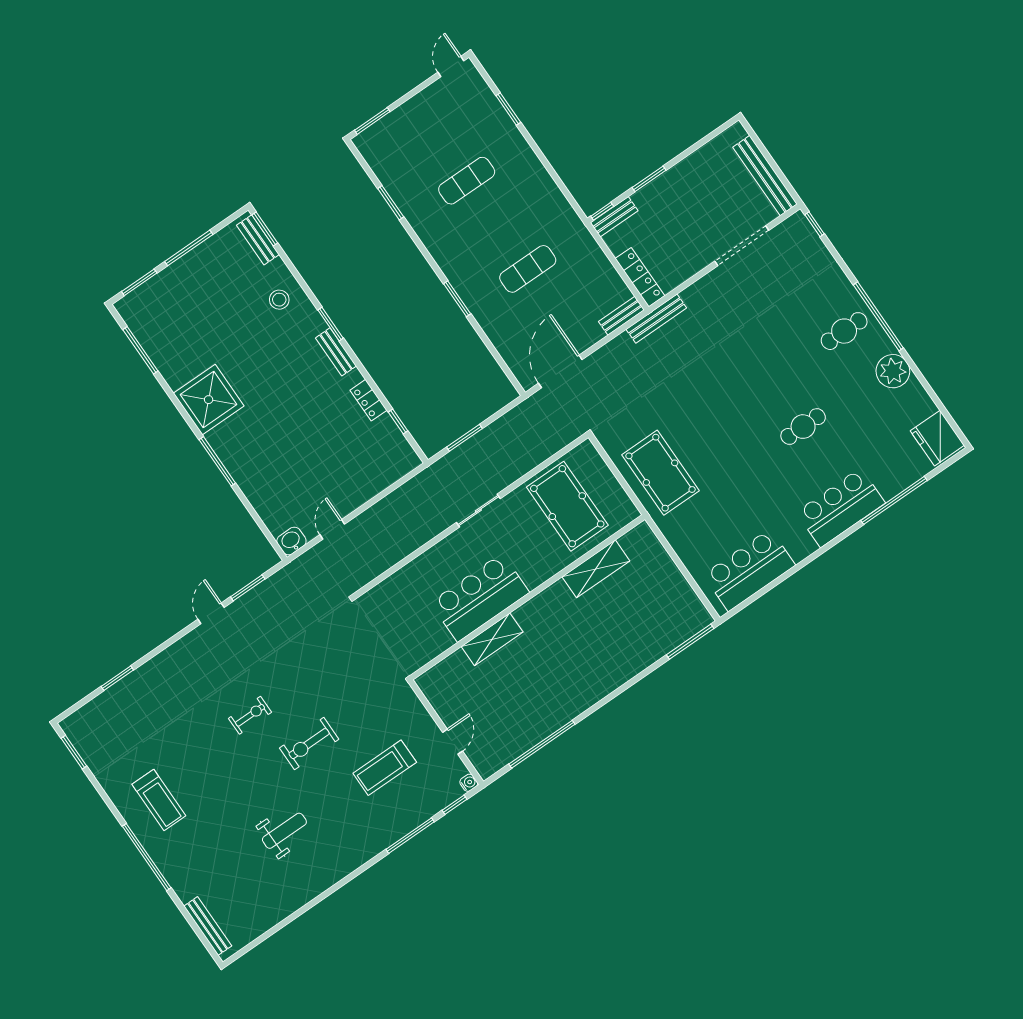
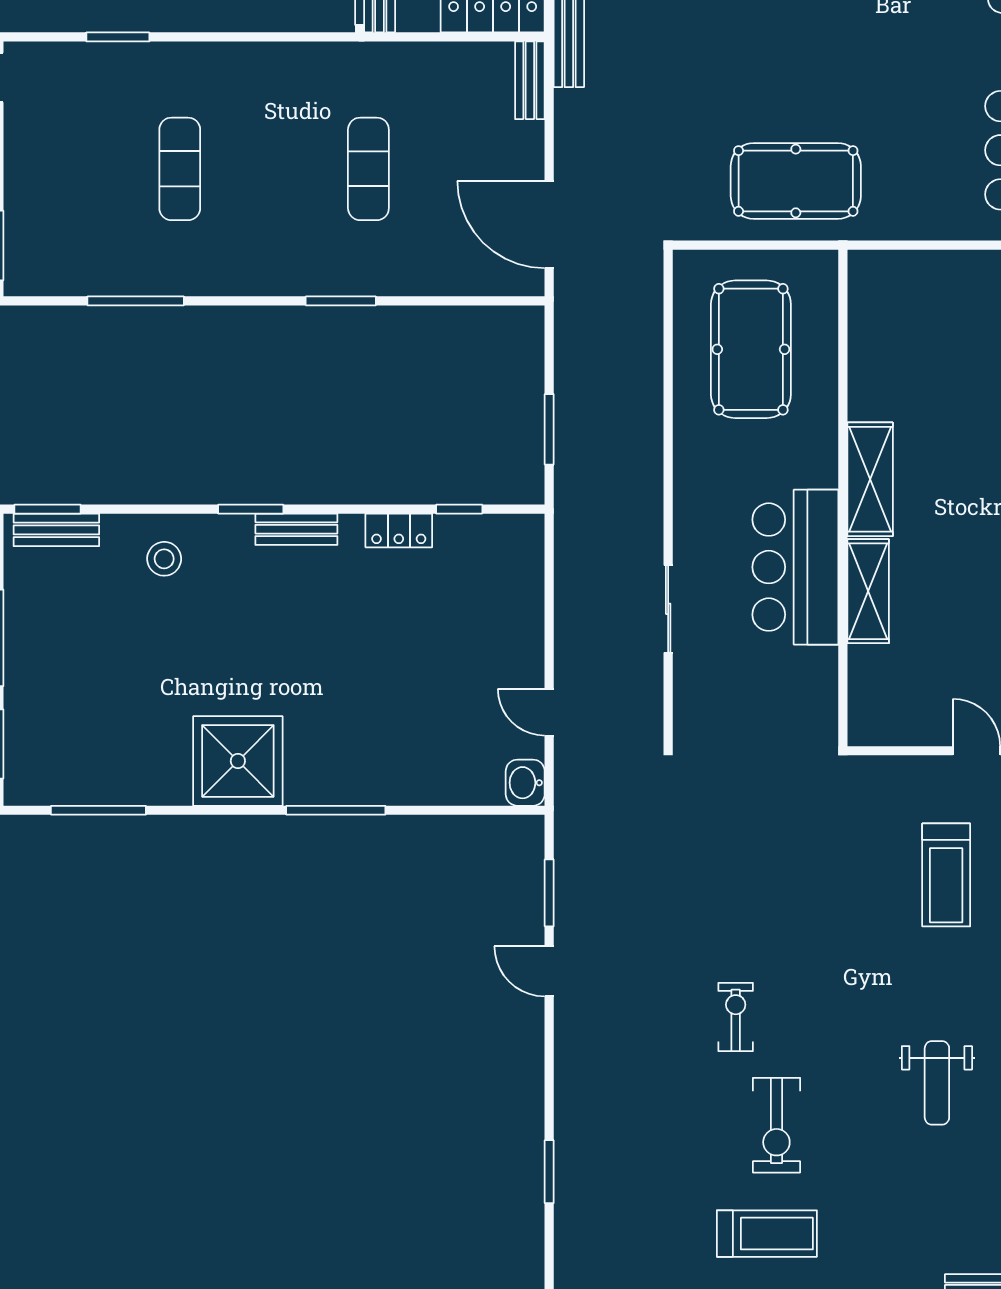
window: (391, 203) -> (136, 301), width x1.44
pool table: (567, 506) -> (751, 349), turned 90
sliding door: (478, 510) -> (668, 609), moved
shelving: (596, 569) -> (870, 479), moved
exercise bike: (309, 744) -> (776, 1125), moved
weight bench: (284, 831) -> (937, 1083), turned 180

